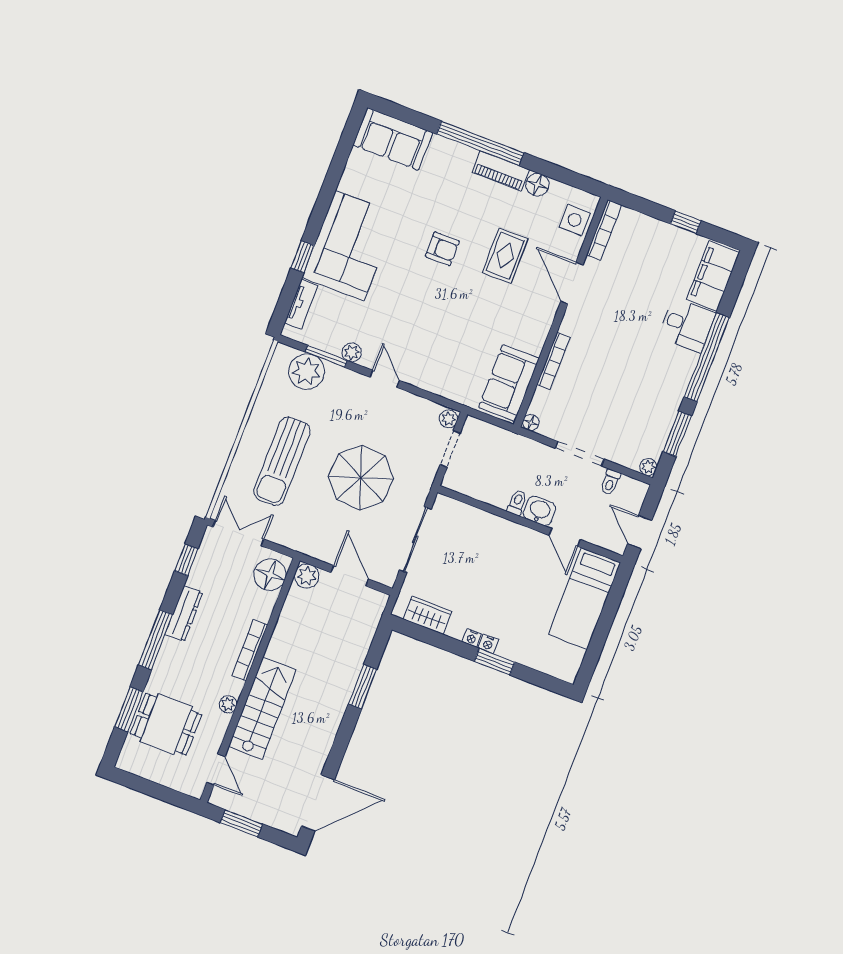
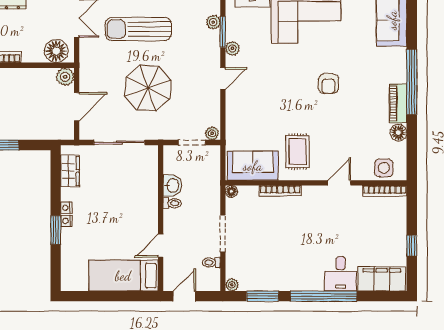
rug: (505, 256) -> (298, 152), moved, turned 90
door: (572, 283) -> (339, 183), width x0.73
plant: (307, 372) -> (213, 22), width x0.53, depth x0.53
washbasin: (540, 511) -> (172, 185), moved

